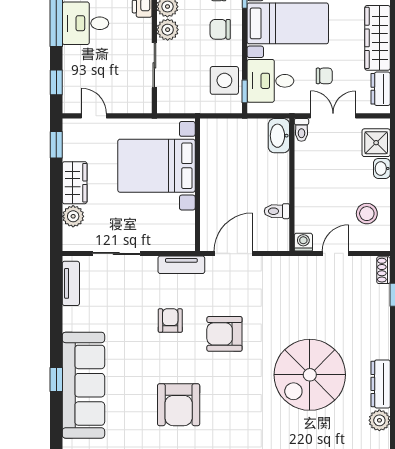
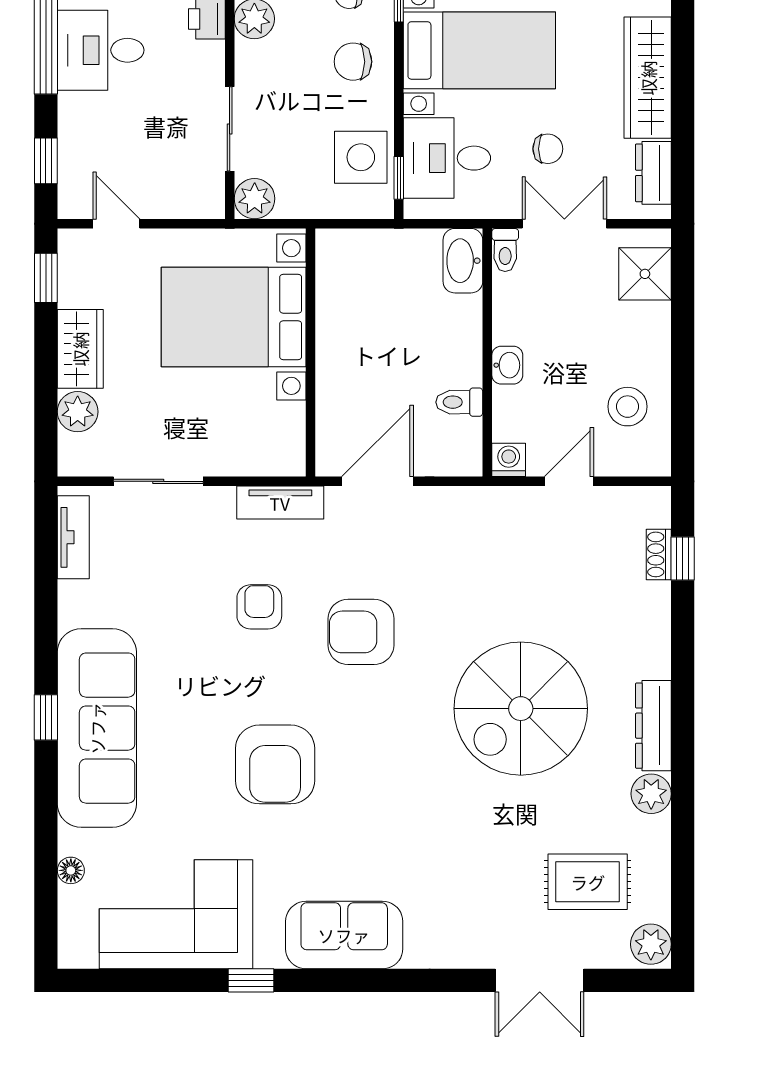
plant: (168, 30) -> (255, 199), moved
washbasin: (382, 168) -> (507, 365), moved, turned 180
shoe rack: (383, 270) -> (659, 554), moved

